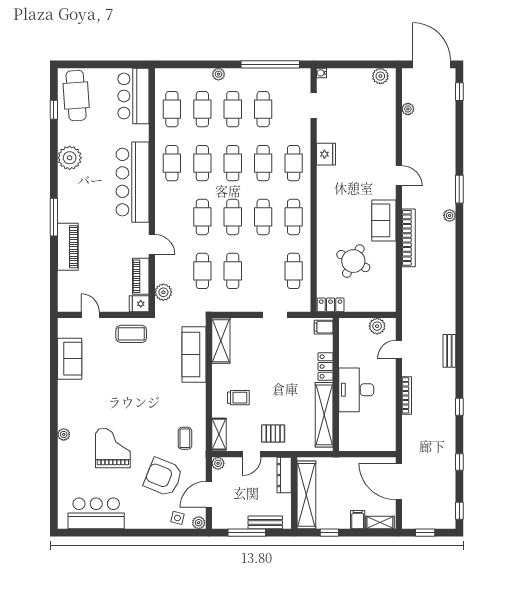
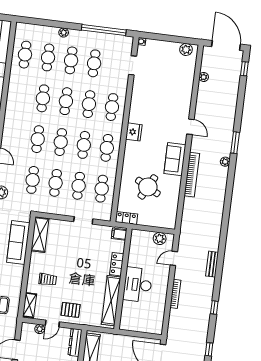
fridge: (326, 154) -> (134, 132), moved
cafe table: (172, 163) -> (79, 186), moved
plant: (218, 463) -> (40, 329), moved

